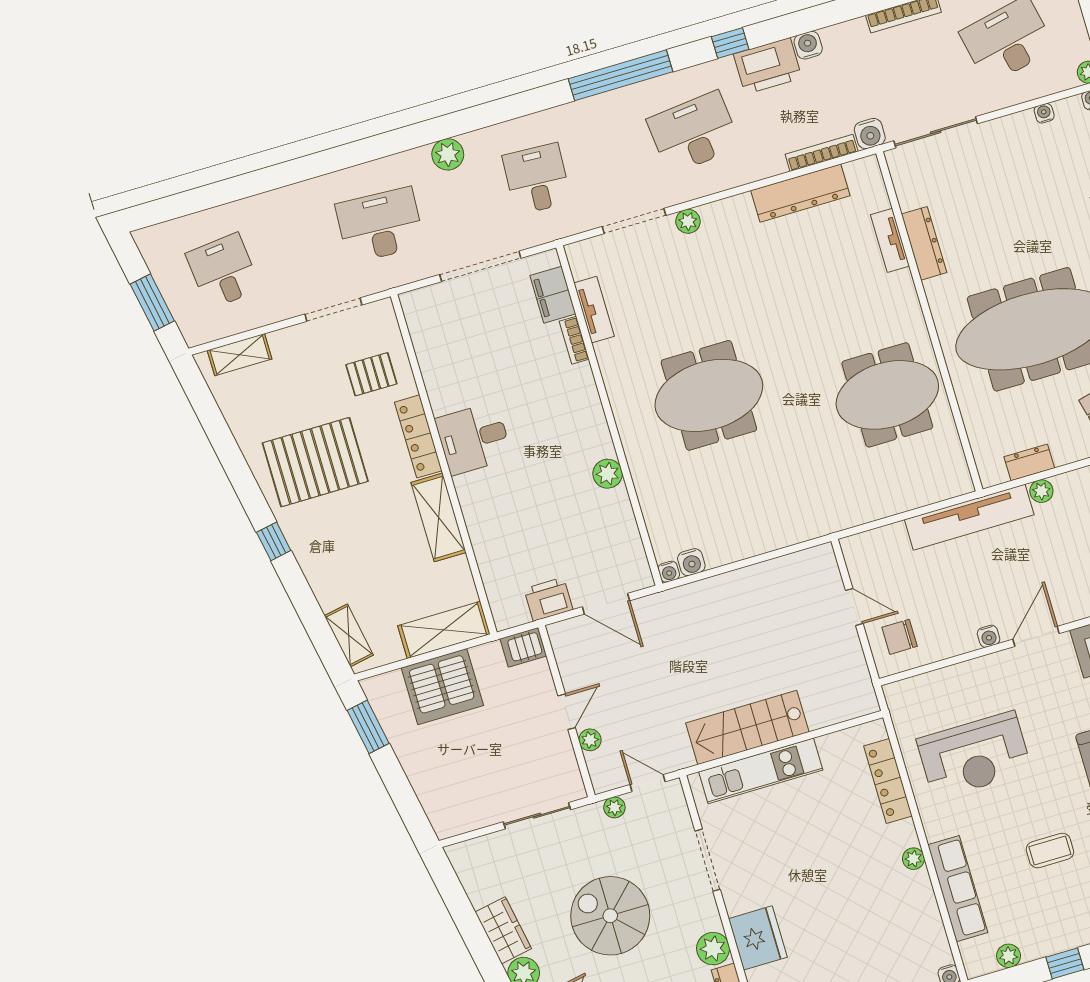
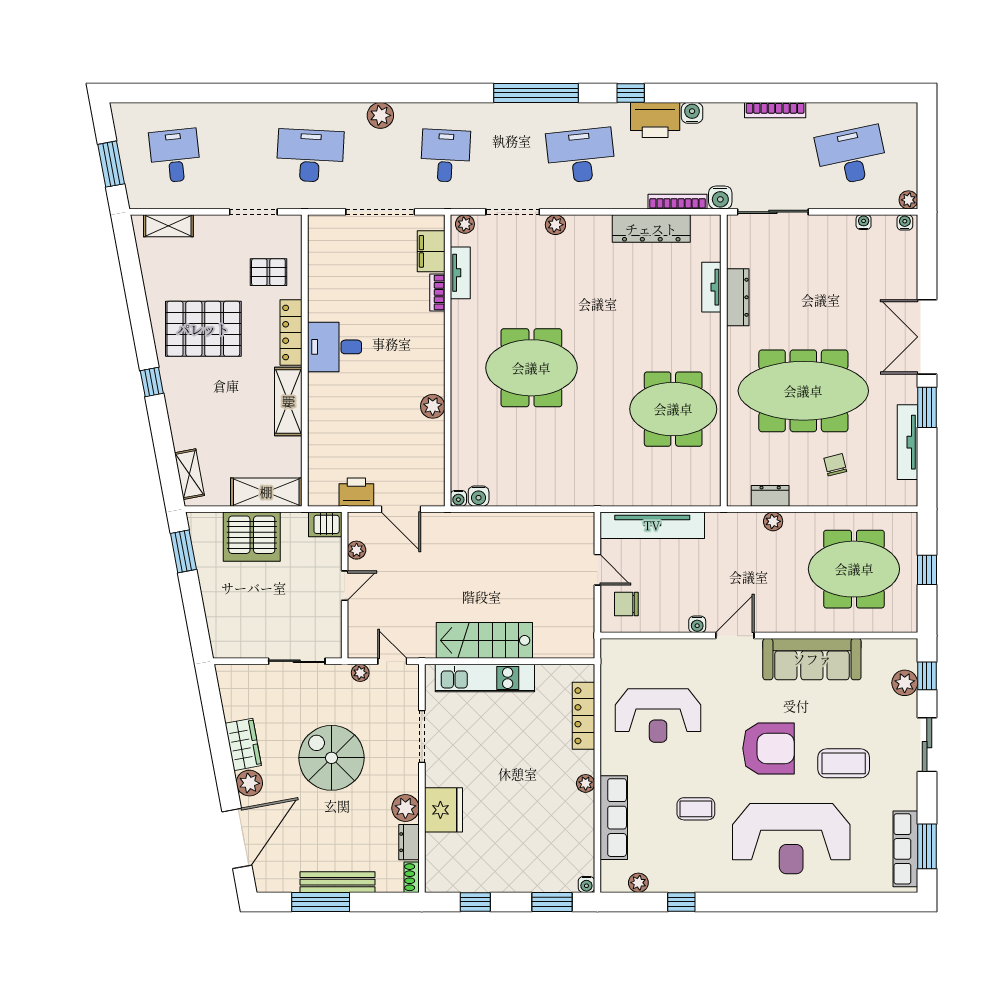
plant: (583, 251) -> (465, 224), added
tv unit: (969, 517) -> (652, 525), moved
plant: (590, 740) -> (357, 550), moved

